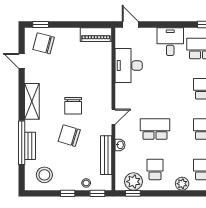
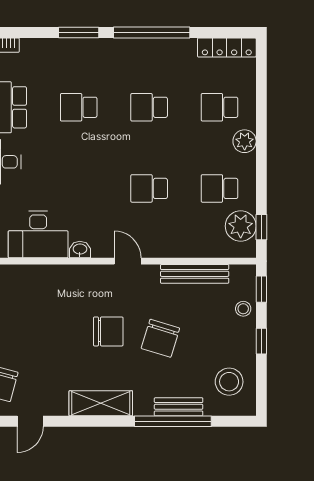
school desk: (155, 129) -> (149, 188), width x0.54
washbasin: (120, 145) -> (80, 250), moved

